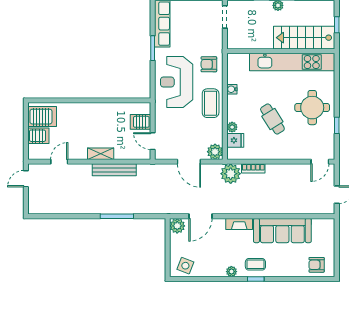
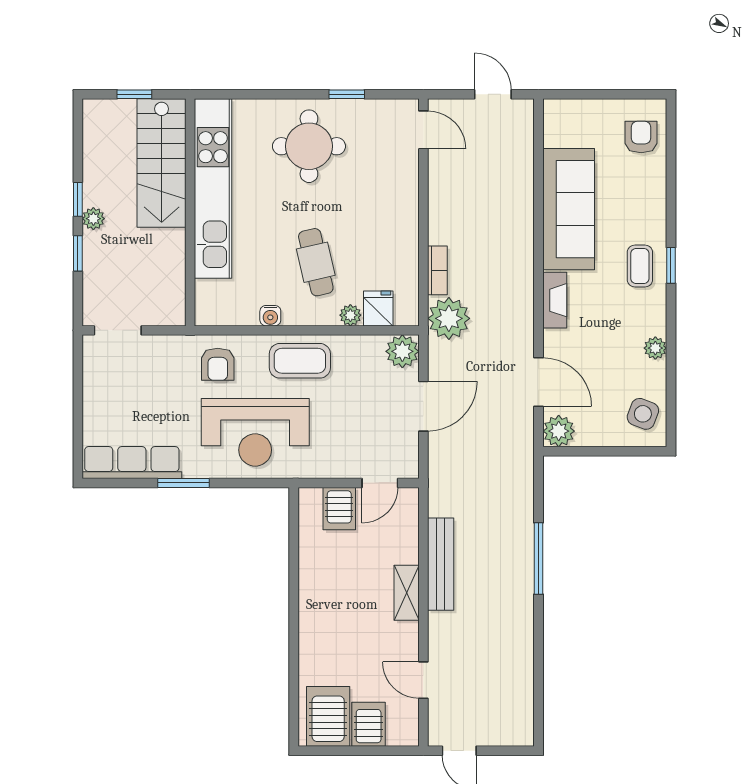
cafe table: (272, 119) -> (316, 262), moved, turned -71
armchair: (317, 265) -> (641, 137), turned 180
plant: (231, 272) -> (655, 348), moved

